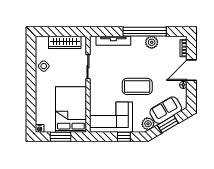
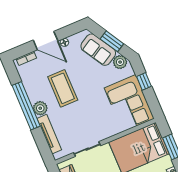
plant: (152, 42) -> (40, 108), moved
coffee table: (137, 86) -> (63, 88), moved

